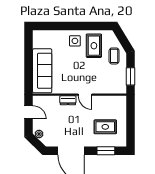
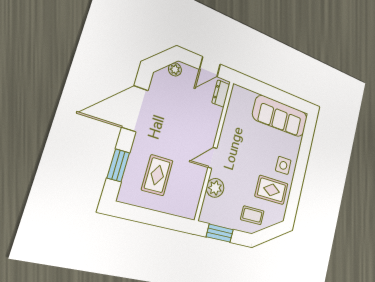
sofa: (42, 71) -> (280, 116), moved
plant: (103, 88) -> (215, 188), added
dresser: (68, 100) -> (221, 94), moved

